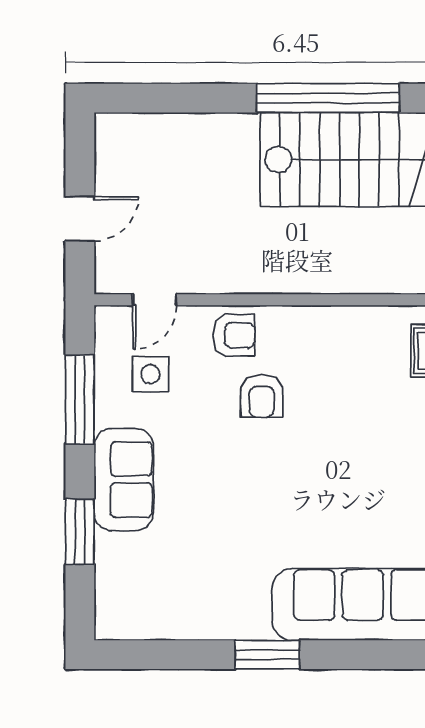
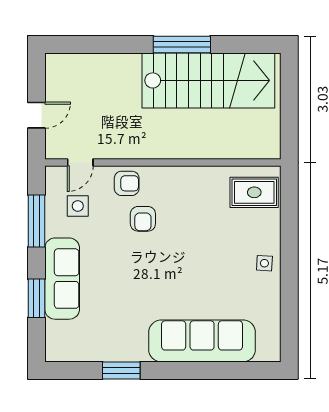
window: (328, 98) -> (182, 44), width x0.68
sofa: (124, 479) -> (62, 279), width x1.36
window: (267, 655) -> (121, 370), moved

